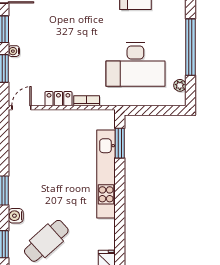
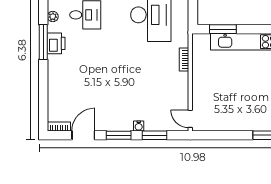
locker: (58, 99) -> (182, 85), removed

